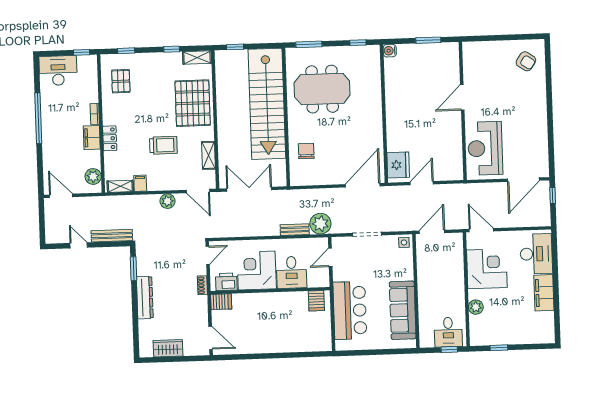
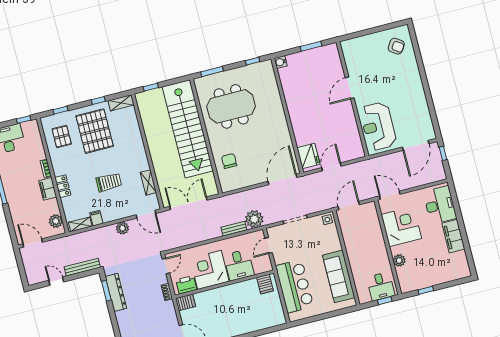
pallet: (193, 103) -> (95, 131), moved
dresser: (145, 297) -> (116, 292), moved

